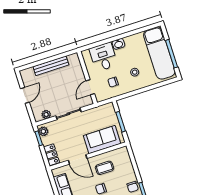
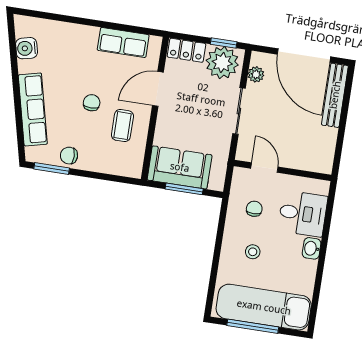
bench: (51, 66) -> (335, 95), moved
door: (25, 95) -> (304, 55), width x1.87
plant: (43, 131) -> (222, 63), width x1.88, depth x1.88
sofa: (102, 140) -> (180, 167), moved, turned -90

